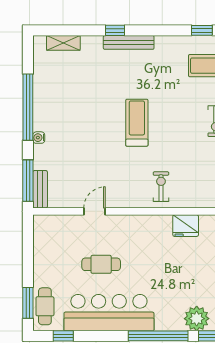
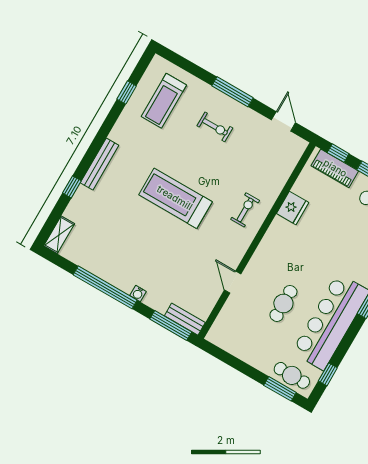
window: (115, 30) -> (72, 187), moved
shelving: (63, 43) -> (59, 235), moved
treadmill: (137, 123) -> (175, 198), width x1.37, depth x1.38
exercise bike: (161, 187) -> (245, 210), turned 90

